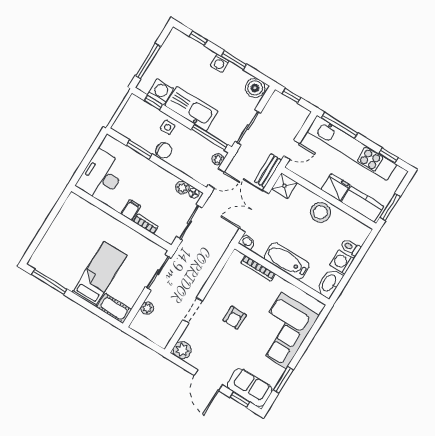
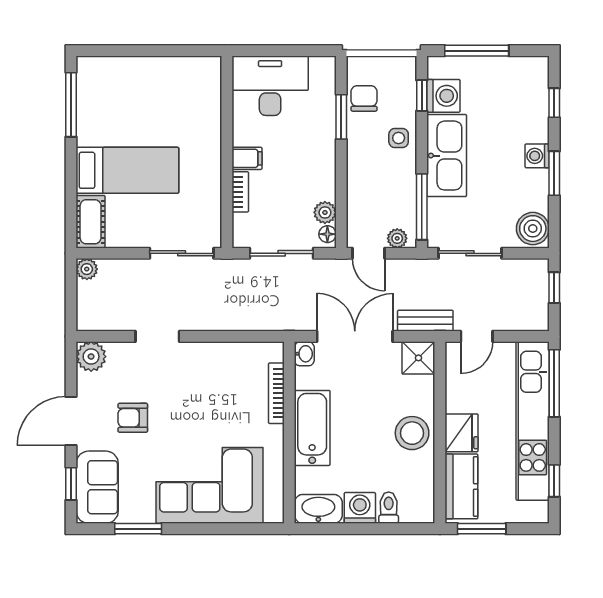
chair: (164, 150) -> (364, 98), moved, turned 180
door: (292, 150) -> (477, 336), hinge flipped
plant: (147, 308) -> (87, 269), moved
armchair: (235, 318) -> (133, 418), moved

